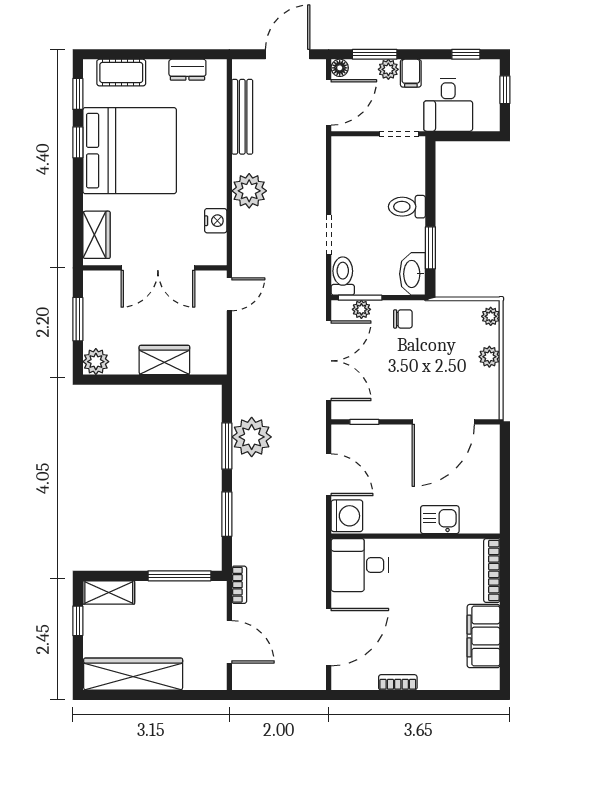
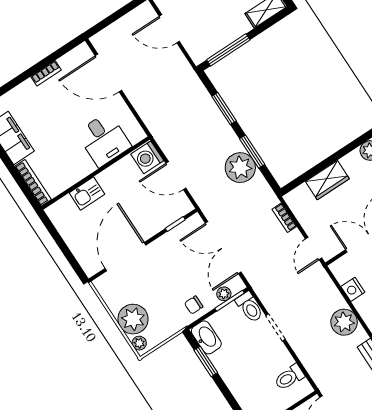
toilet: (407, 207) -> (289, 377), moved, turned 180
plant: (489, 357) -> (133, 319), width x1.88, depth x1.88
desk: (360, 565) -> (104, 139), moved, turned 90
bookcase: (239, 585) -> (284, 218), moved
door: (329, 637) -> (108, 73), hinge flipped

